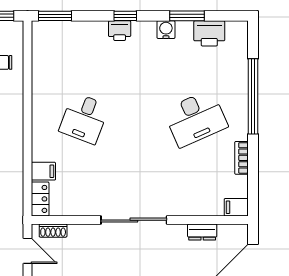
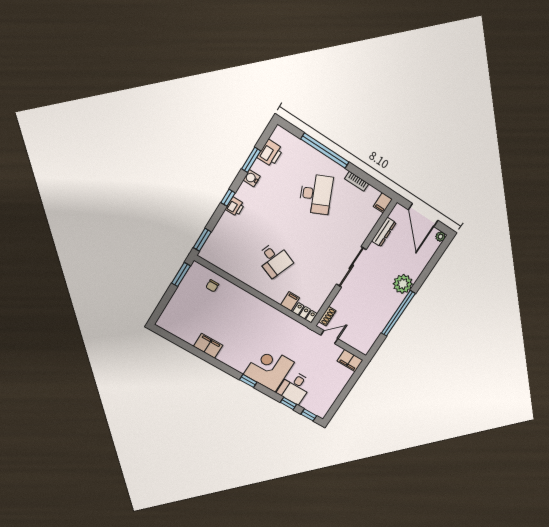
dresser: (202, 232) -> (384, 232), width x1.44

